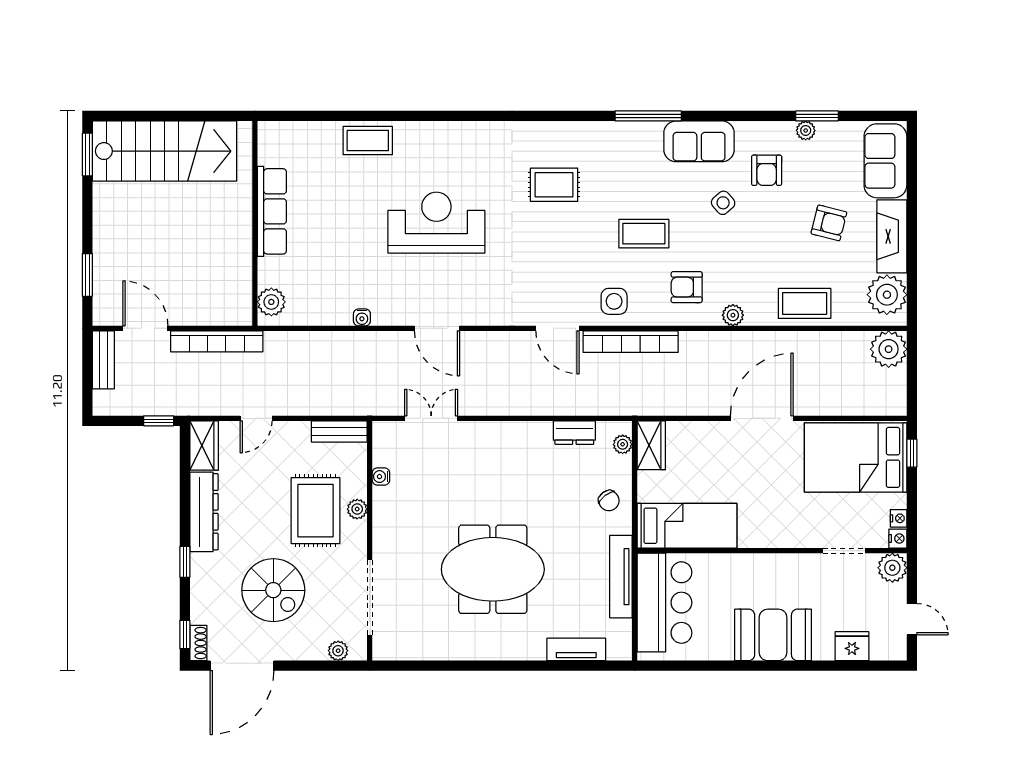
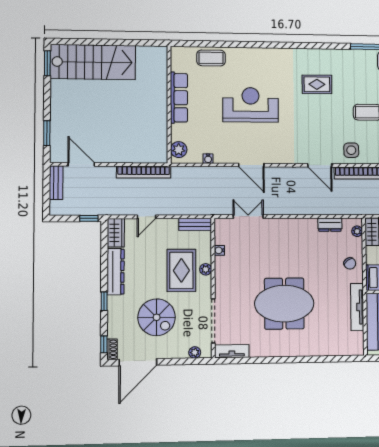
row of seats: (272, 211) -> (179, 98), moved
wall: (255, 223) -> (169, 104), moved
plant: (271, 302) -> (179, 150), moved
bookcase: (217, 341) -> (144, 172), moved
tv unit: (576, 649) -> (232, 351), moved

